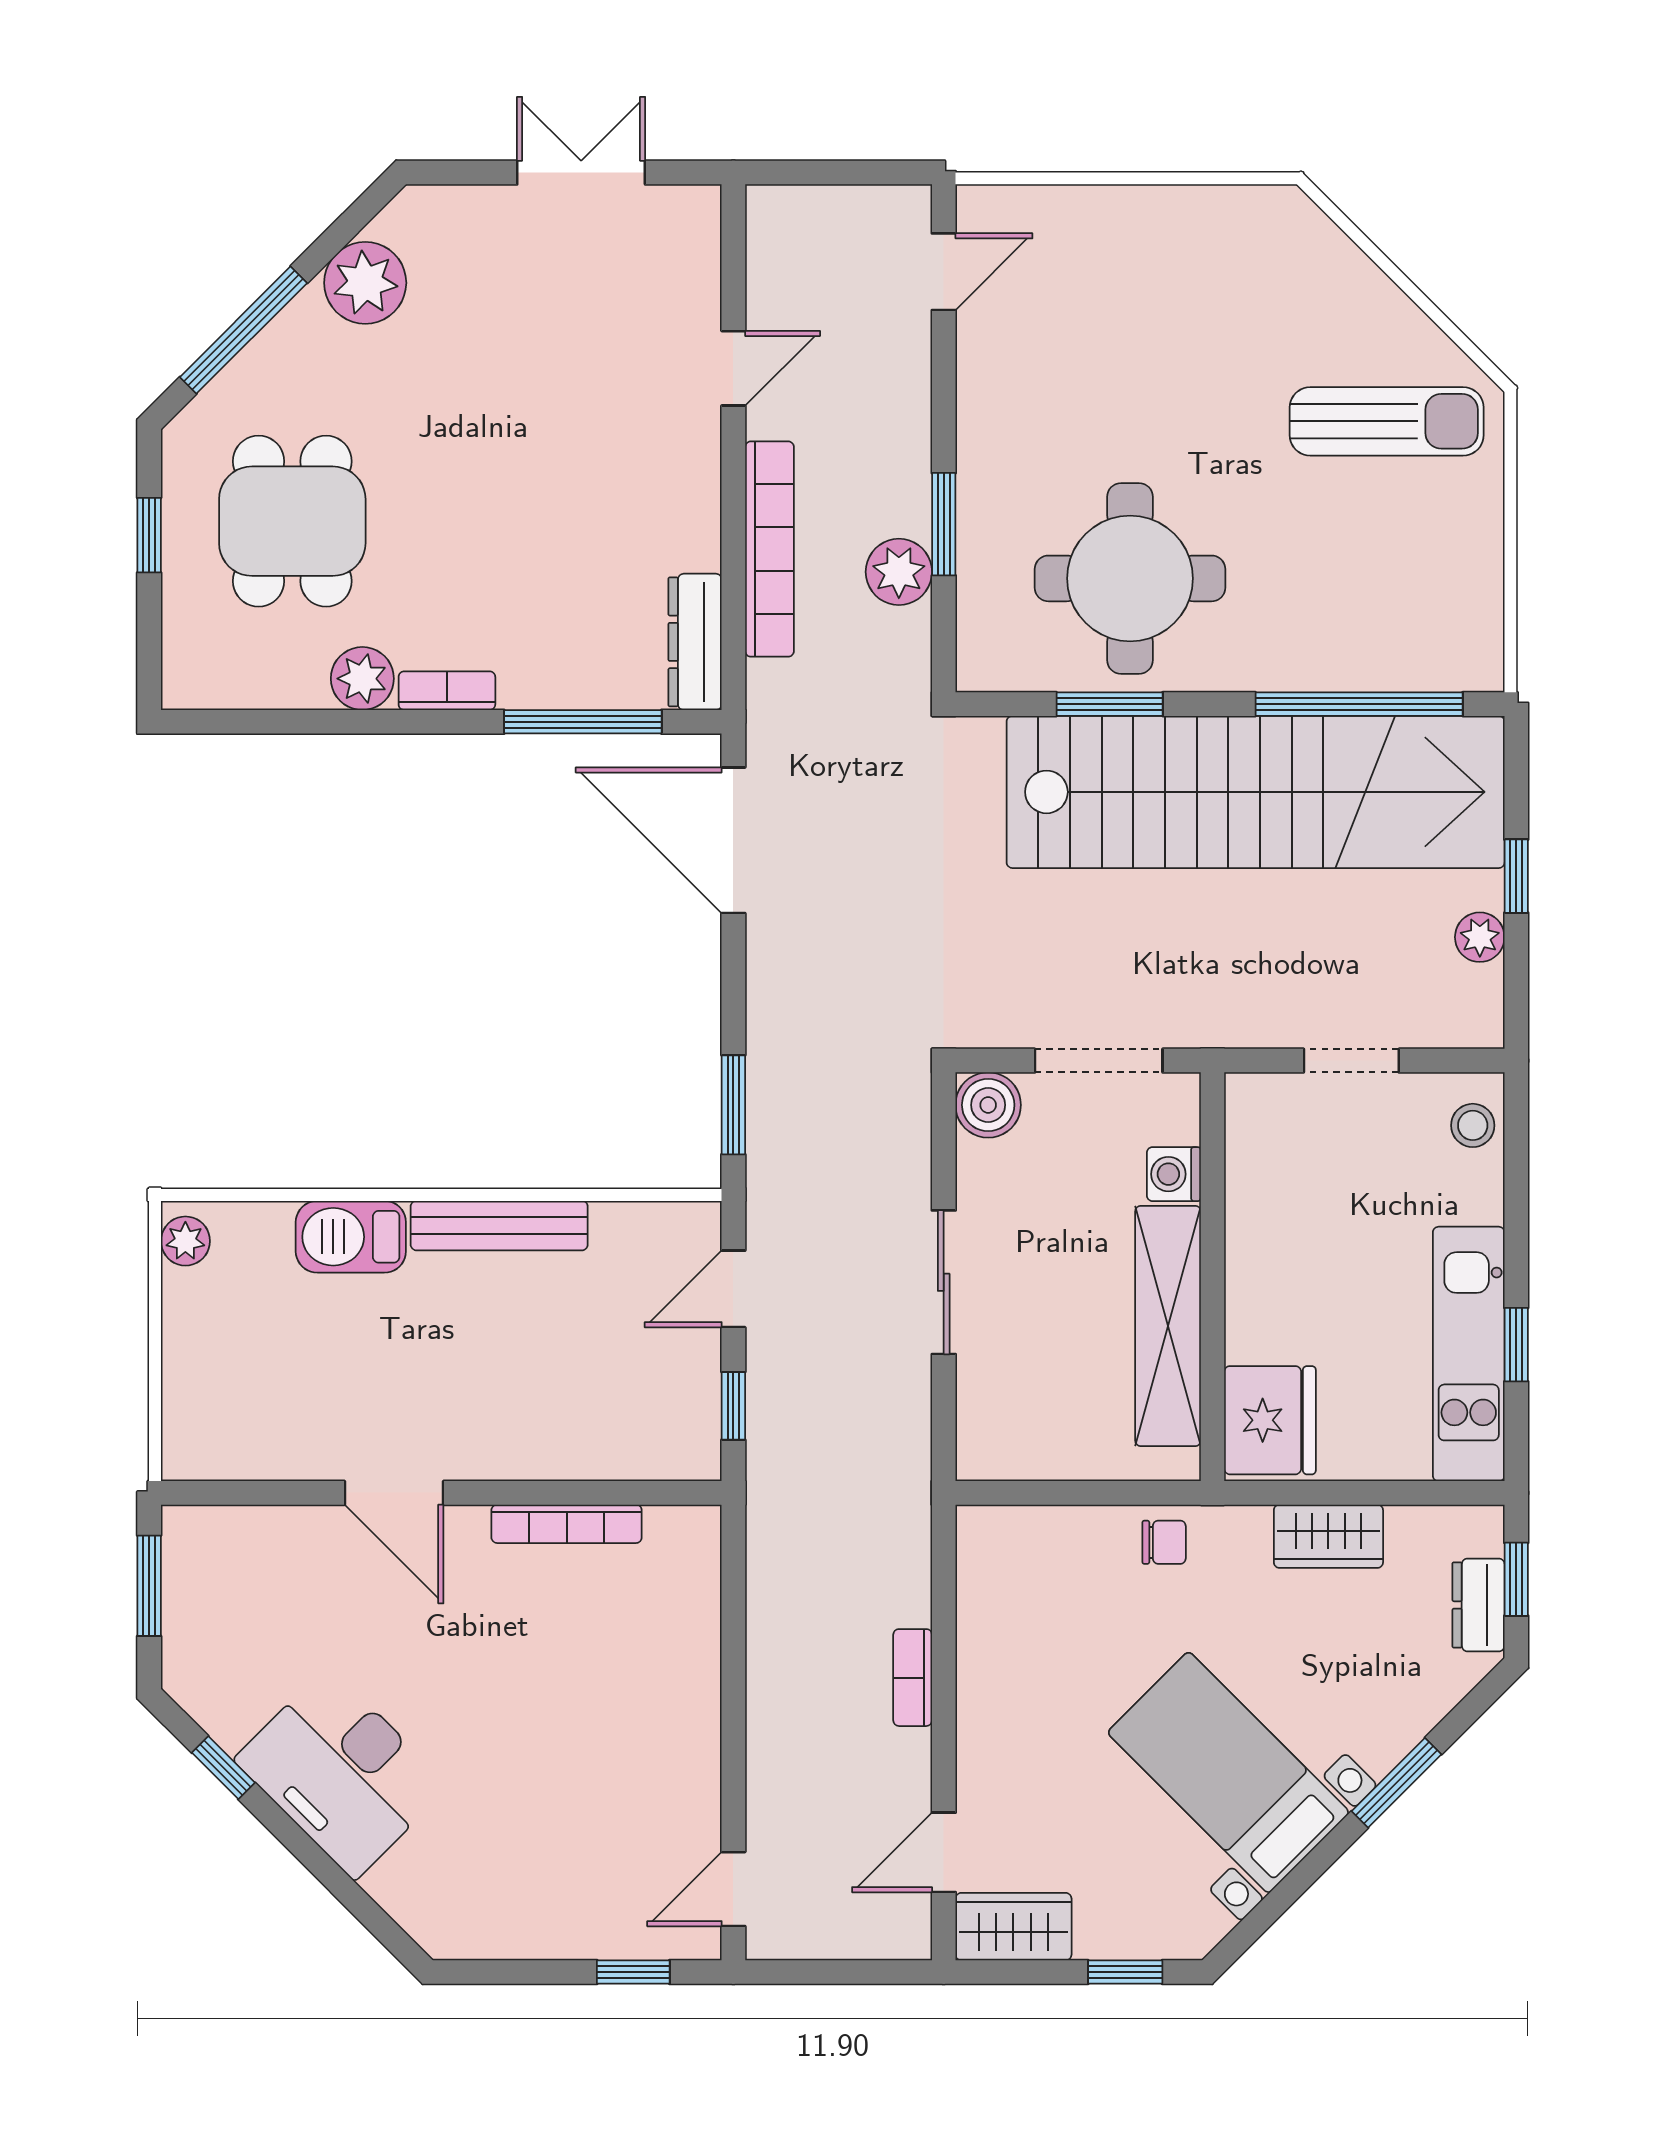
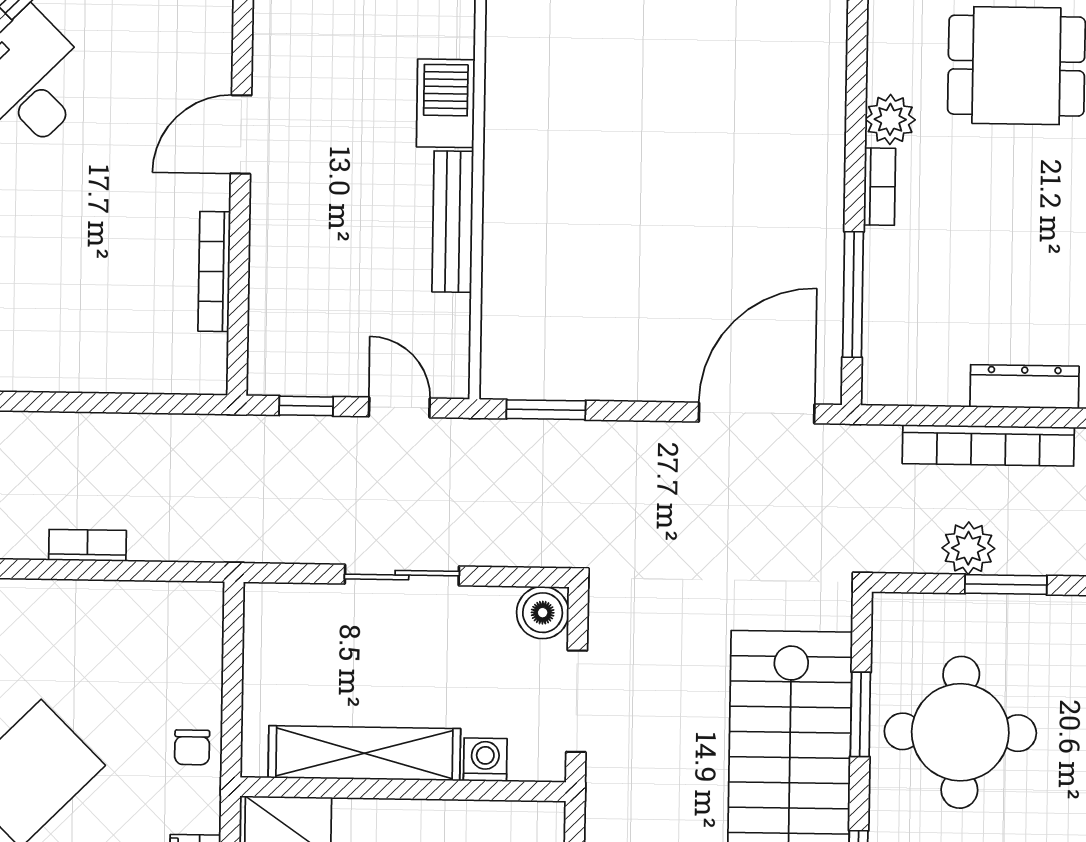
dresser: (695, 642) -> (1024, 387), moved

